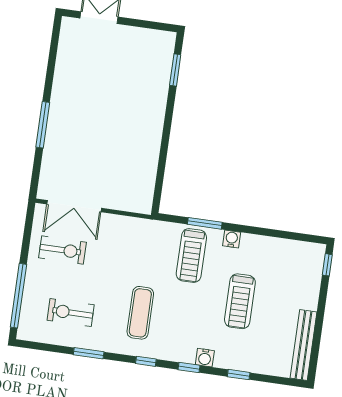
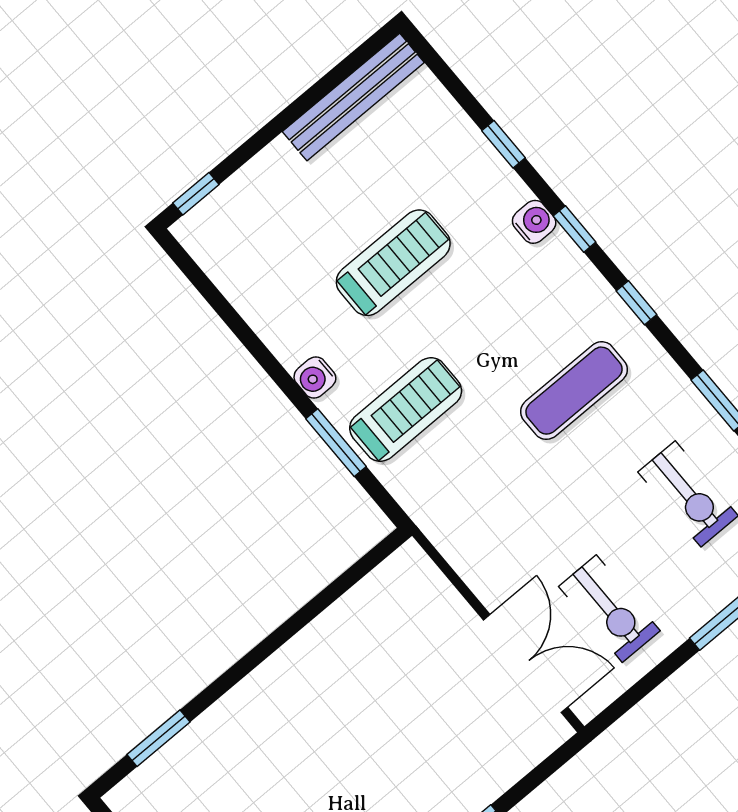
exercise bike: (62, 250) -> (609, 609), turned 180

